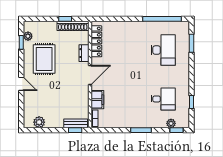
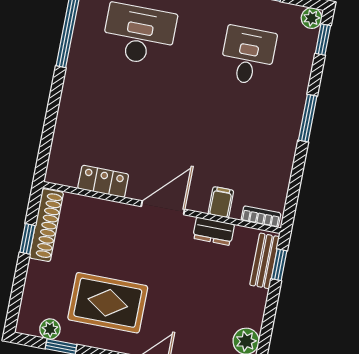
locker: (96, 41) -> (103, 181), width x0.66
dresser: (84, 53) -> (214, 231), moved
door: (90, 75) -> (163, 208), hinge flipped
filing cabinet: (97, 100) -> (221, 202), width x0.50
plant: (171, 123) -> (312, 18), moved

